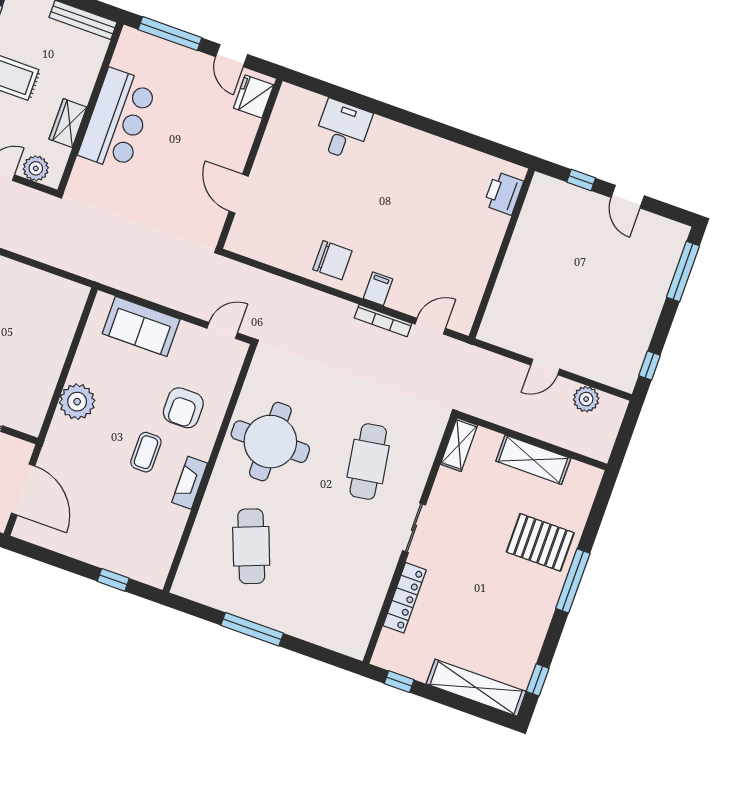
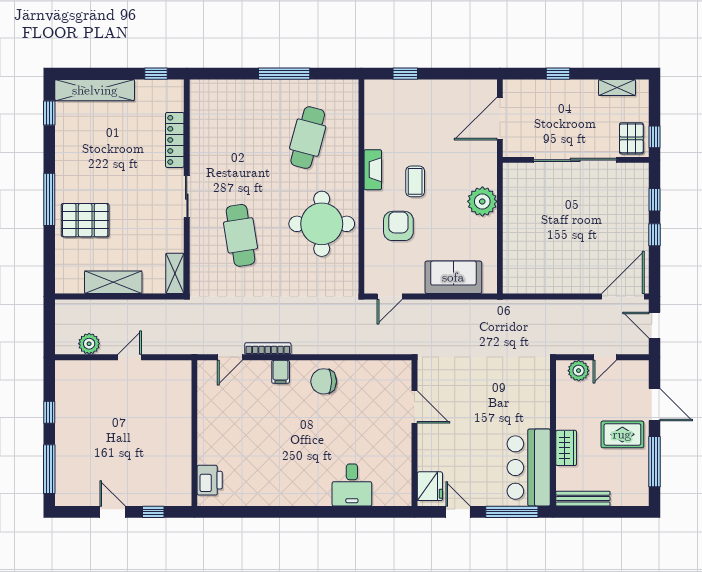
bar counter: (118, 120) -> (529, 468), moved
wardrobe: (68, 123) -> (566, 448), moved
window: (650, 365) -> (49, 412), moved
door: (23, 490) -> (500, 119), hinge flipped
cafe table: (251, 546) -> (308, 138), turned 36

